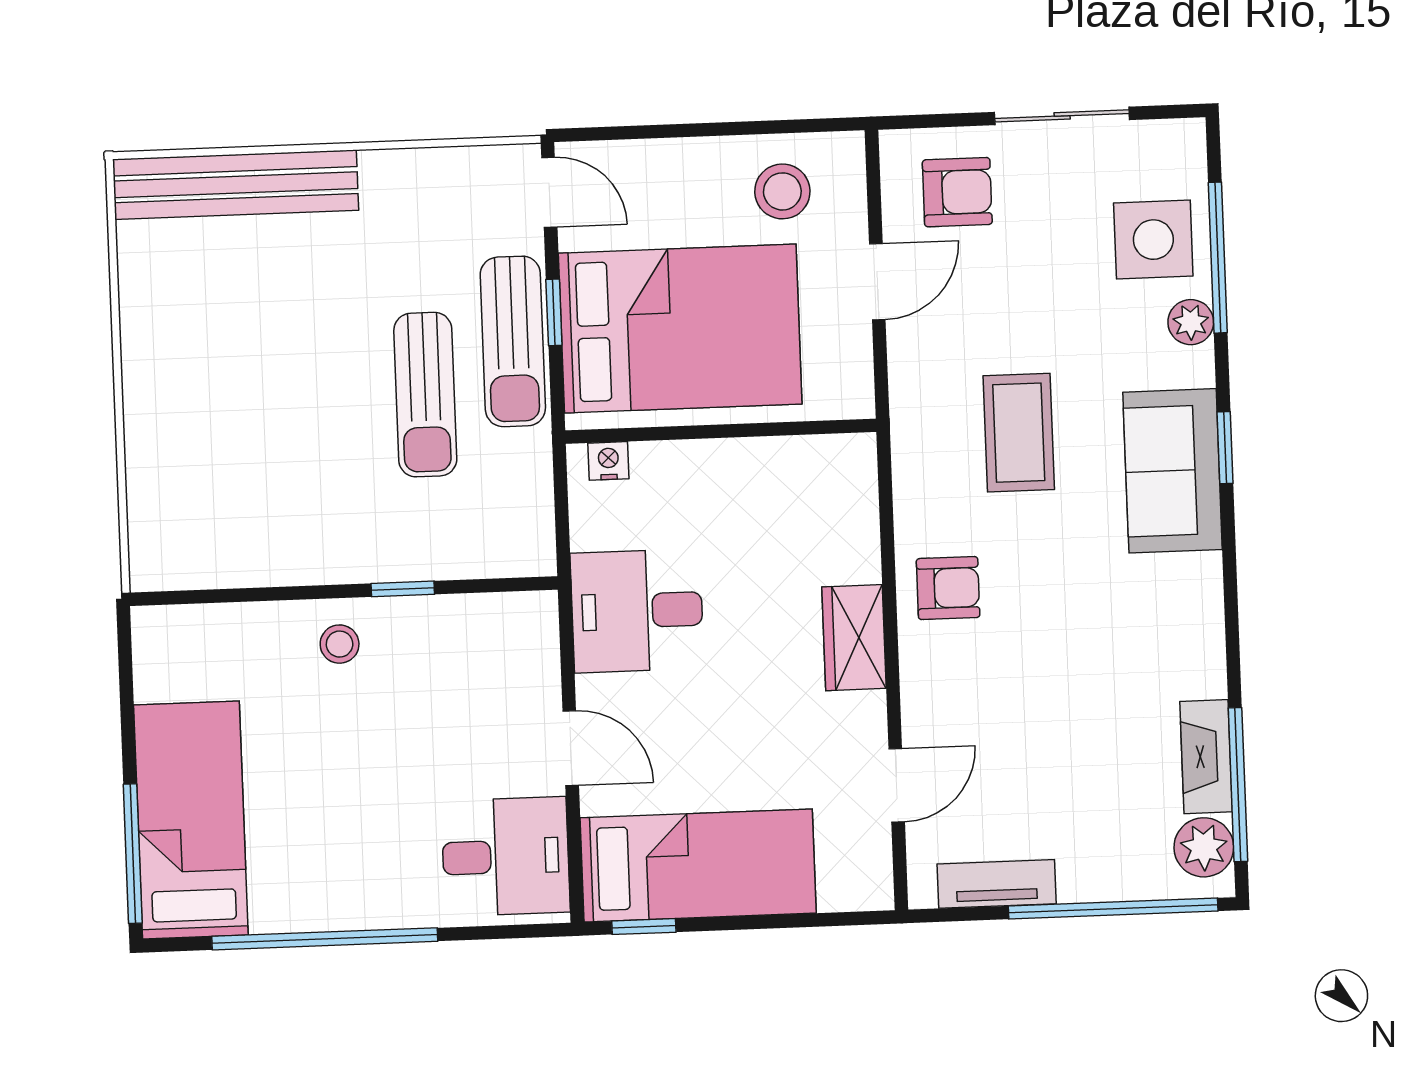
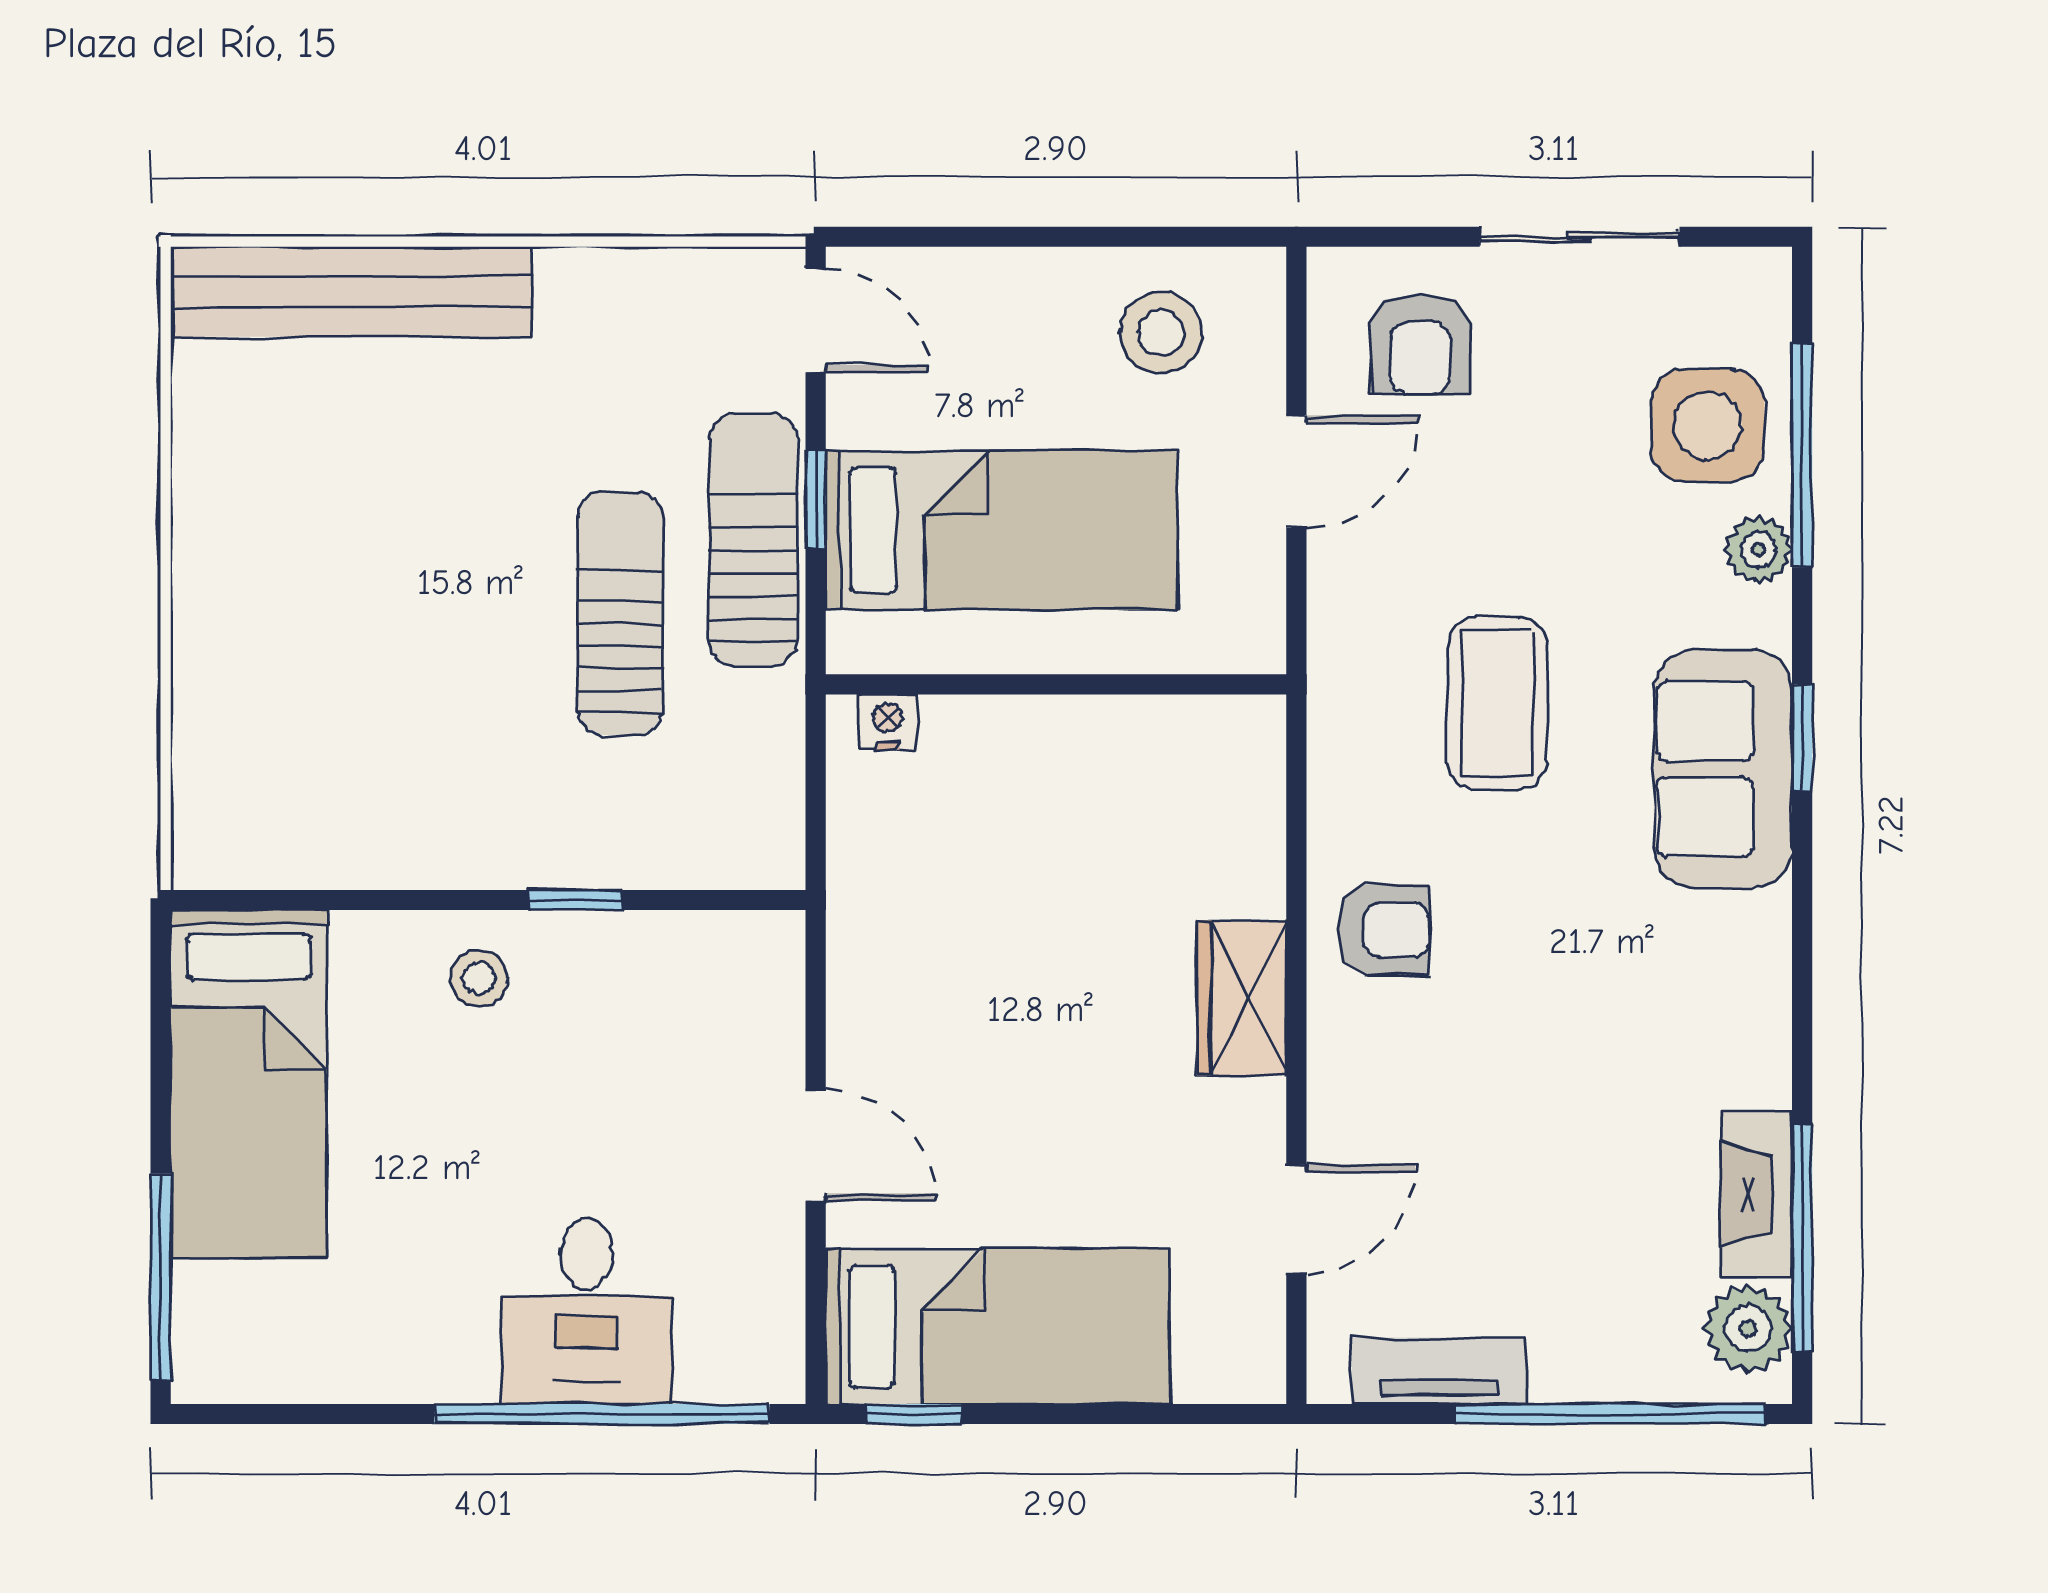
armchair: (957, 192) -> (1420, 344), turned 90
bed: (680, 329) -> (1002, 530), width x0.67
sun lounger: (513, 341) -> (753, 540), turned 180
sun lounger: (425, 395) -> (620, 613), turned 180
desk: (637, 611) -> (922, 946), removed
bed: (191, 820) -> (249, 1084), moved, turned 180
desk: (506, 857) -> (587, 1311), moved, turned 90
window: (325, 939) -> (602, 1414), moved

